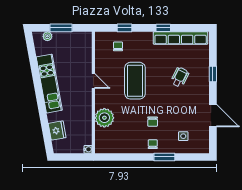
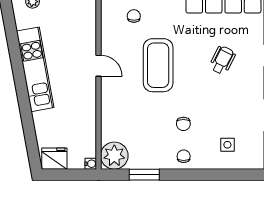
plant: (104, 118) -> (114, 156), moved
fridge: (57, 131) -> (54, 159), moved, turned -80
window: (164, 157) -> (144, 175), moved

